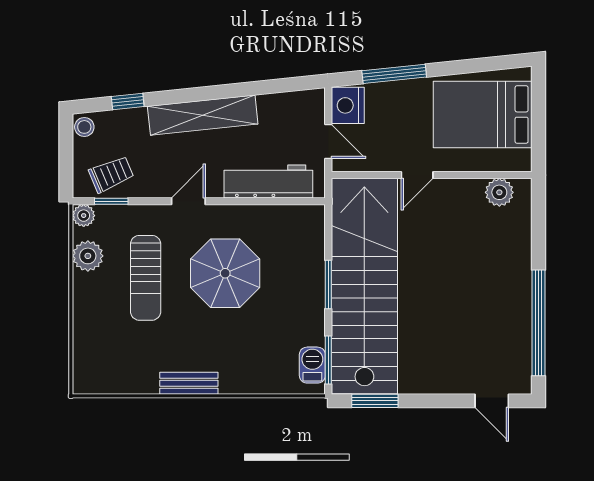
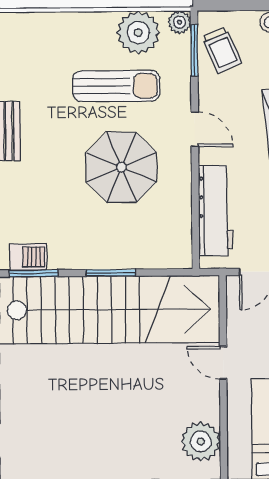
plant: (499, 192) -> (201, 442), width x1.36, depth x1.36
window: (111, 201) -> (194, 50), width x1.50
plant: (88, 256) -> (138, 32), width x1.36, depth x1.36
sun lounger: (146, 278) -> (116, 86), turned 180

